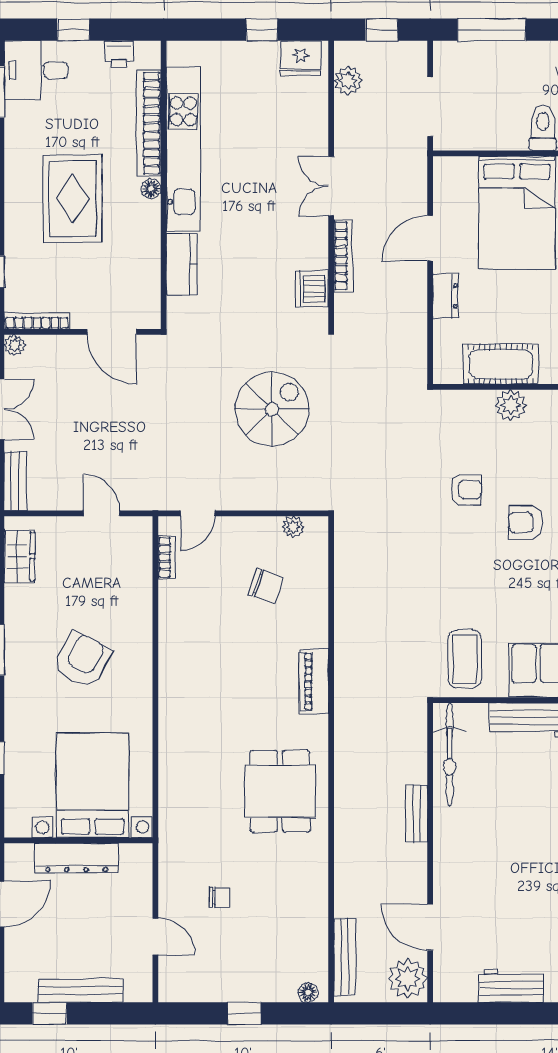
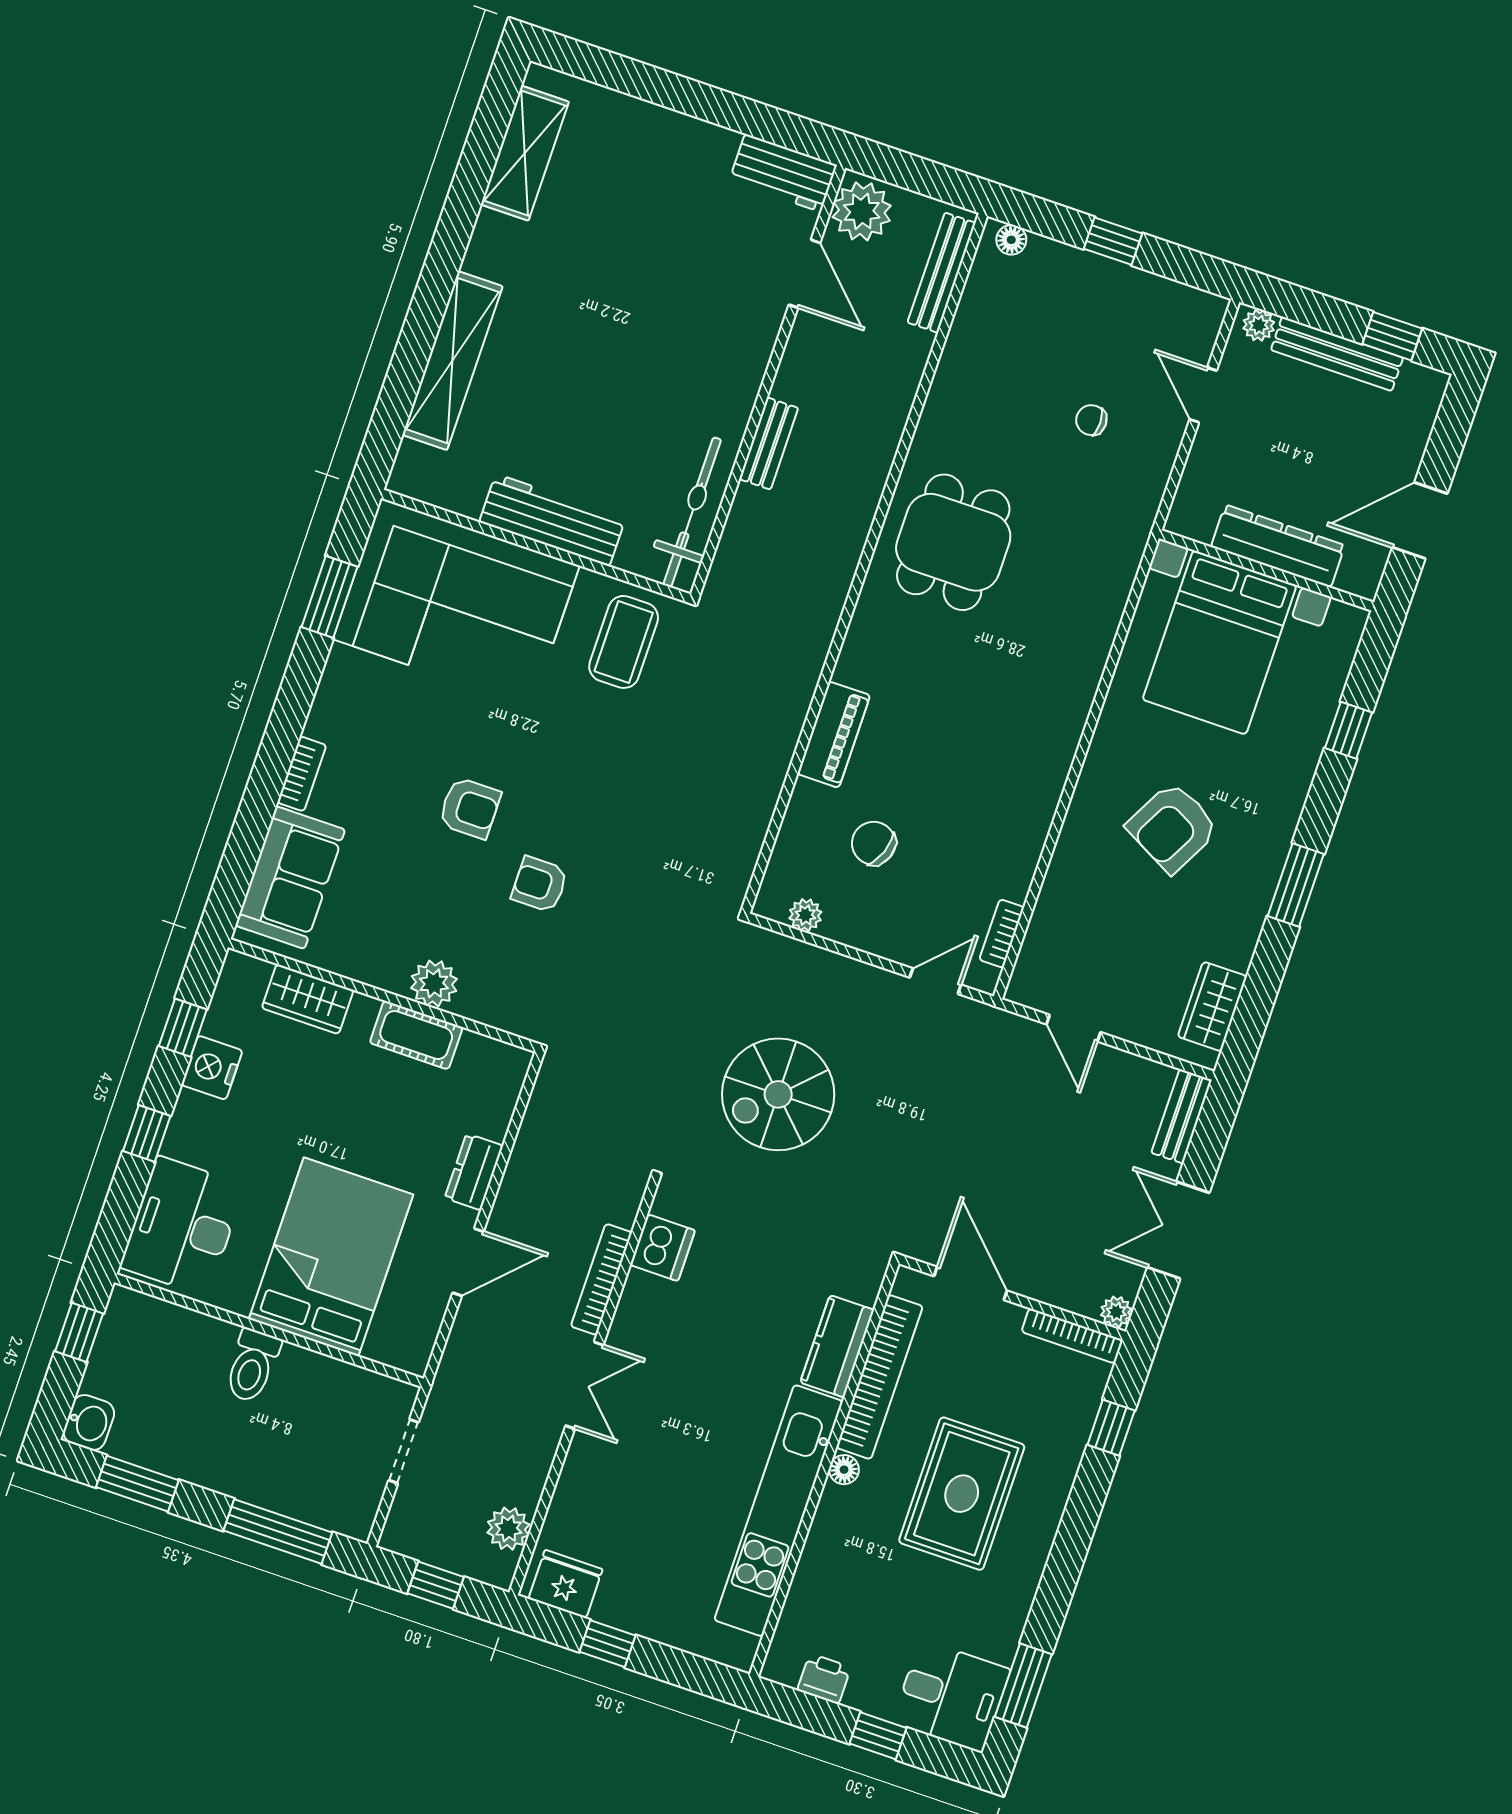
doorway: (430, 107) -> (404, 1451), width x0.73
bookcase: (149, 123) -> (879, 1377), moved
cot: (501, 364) -> (416, 1035), width x0.73, depth x0.75
piano: (314, 681) -> (834, 735), moved
workbench: (511, 986) -> (783, 173), moved
plant: (135, 992) -> (1259, 325), added

